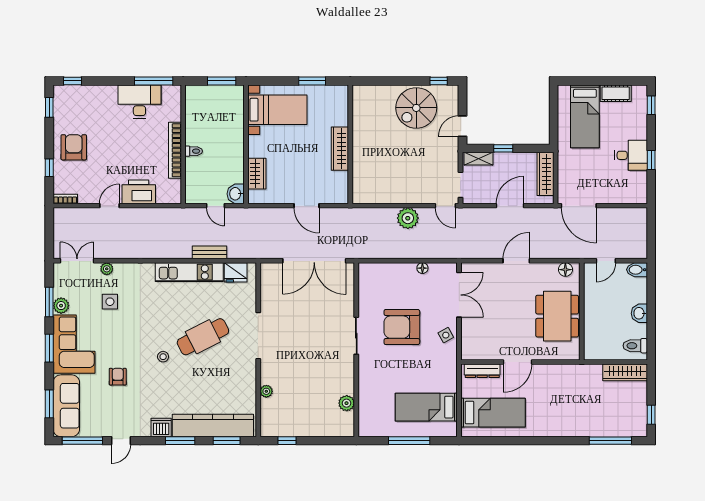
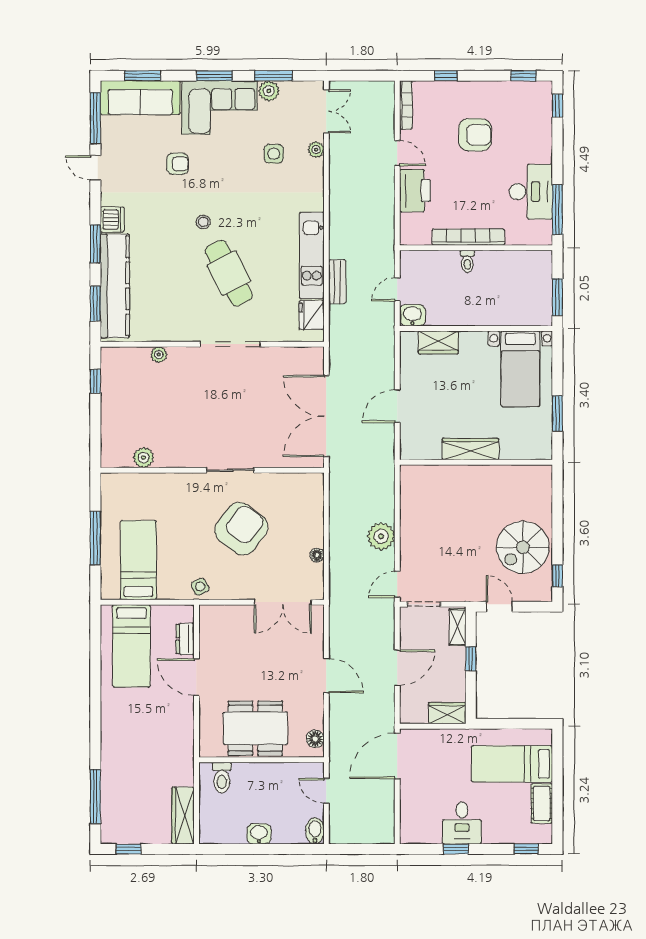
spiral stairs: (416, 108) -> (523, 547), turned -90
armchair: (74, 147) -> (475, 135), moved
wardrobe: (545, 174) -> (447, 713), width x0.67
bookcase: (65, 199) -> (406, 105), width x1.56
door: (510, 206) -> (397, 668), hinge flipped
armchair: (402, 327) -> (241, 529), turned 37
side table: (446, 335) -> (200, 587), moved
toilet: (635, 346) -> (222, 778), moved, turned 180
dresser: (482, 371) -> (185, 639), width x0.70

